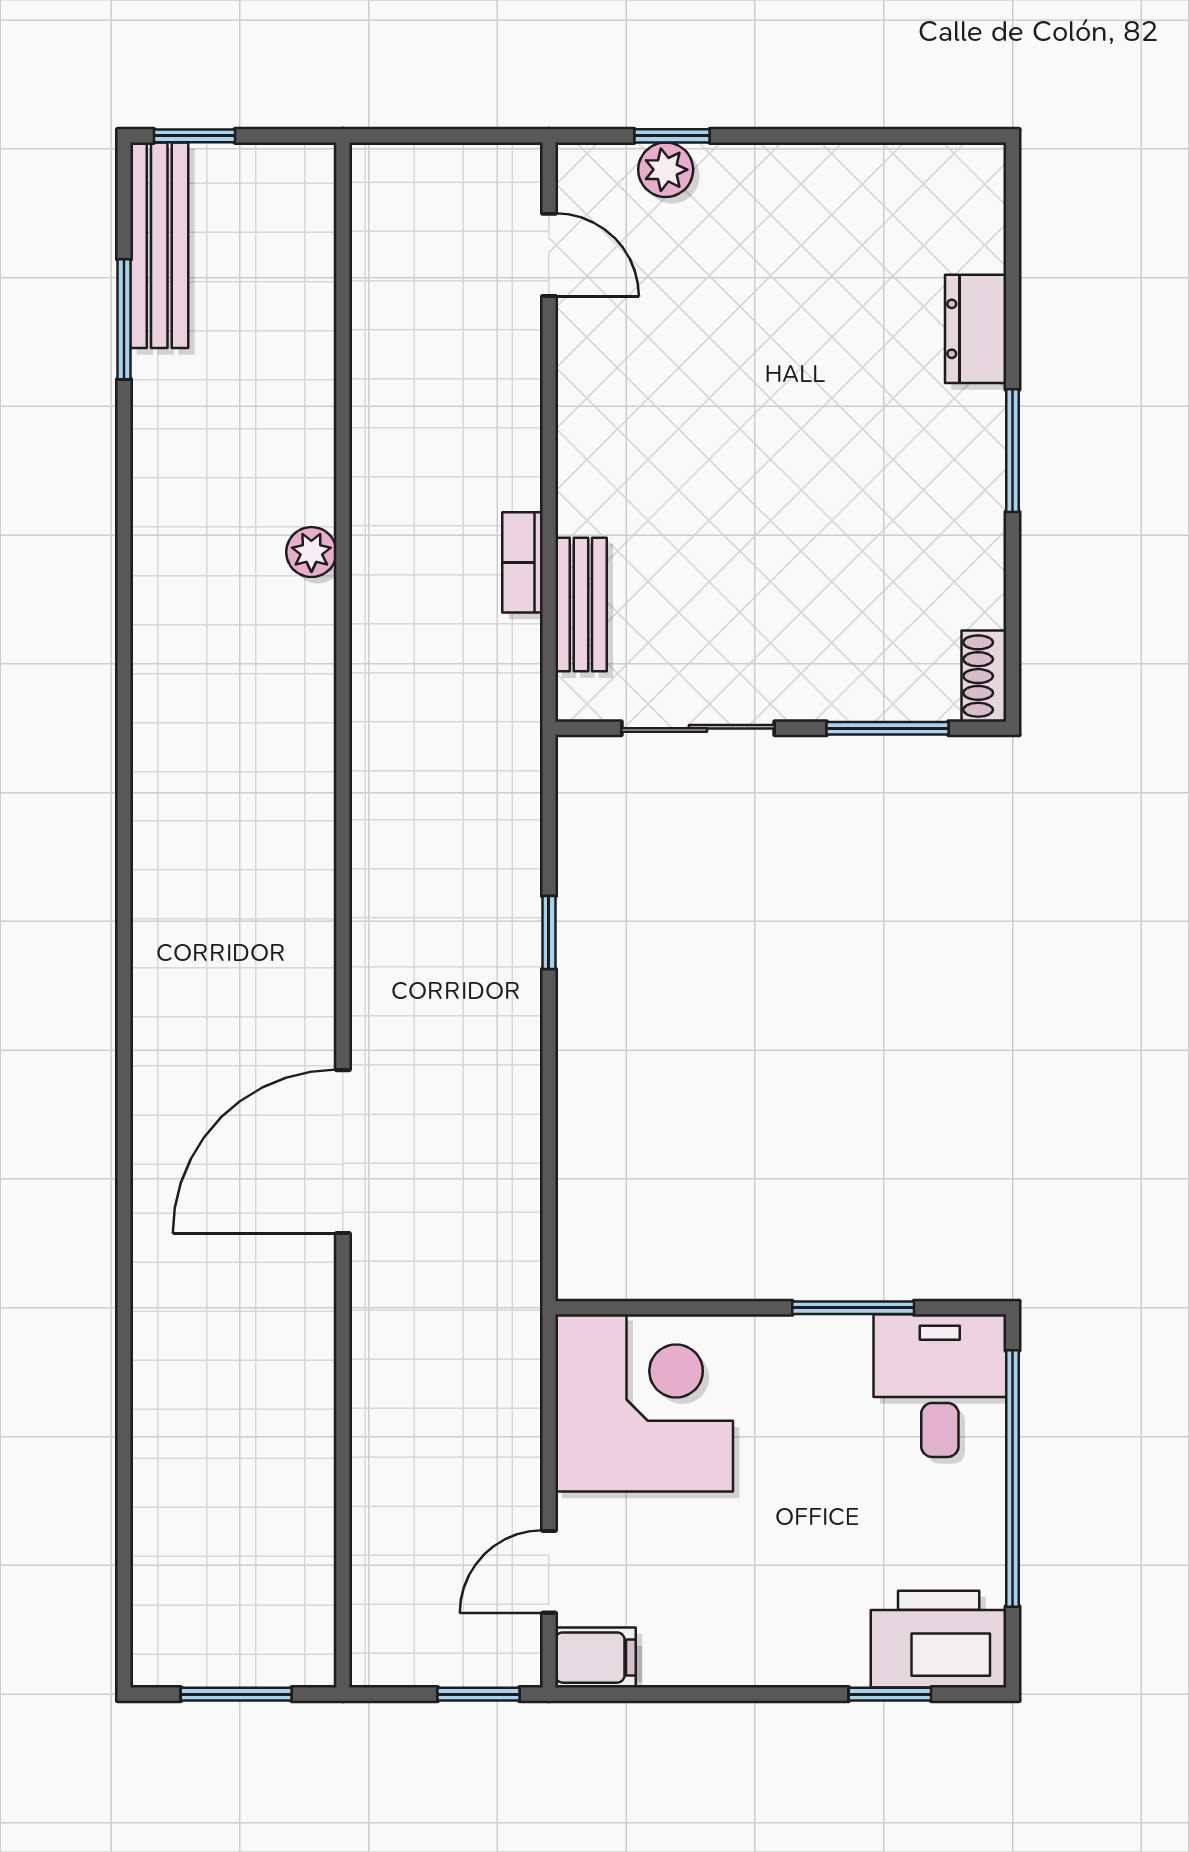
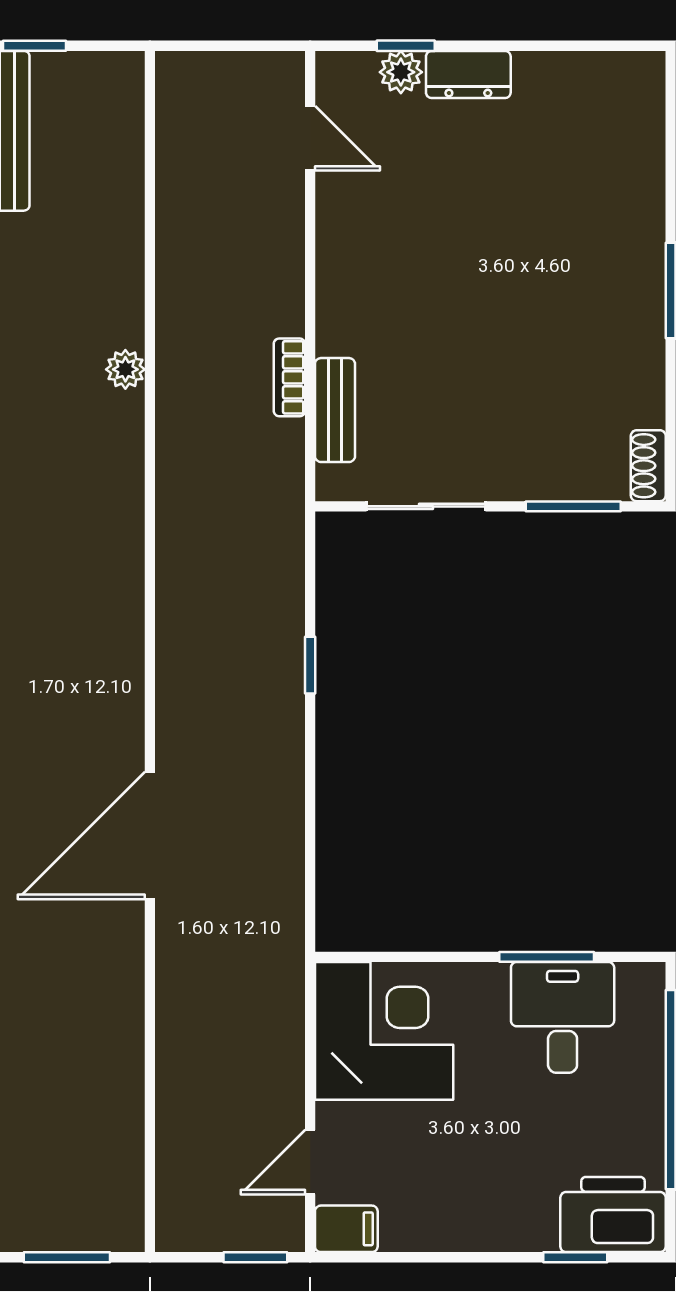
dresser: (976, 329) -> (468, 74), moved, turned -90
desk: (940, 1386) -> (563, 1017), moved

